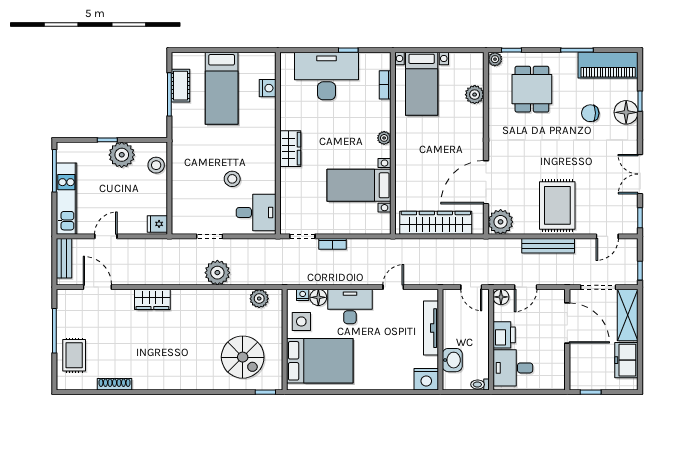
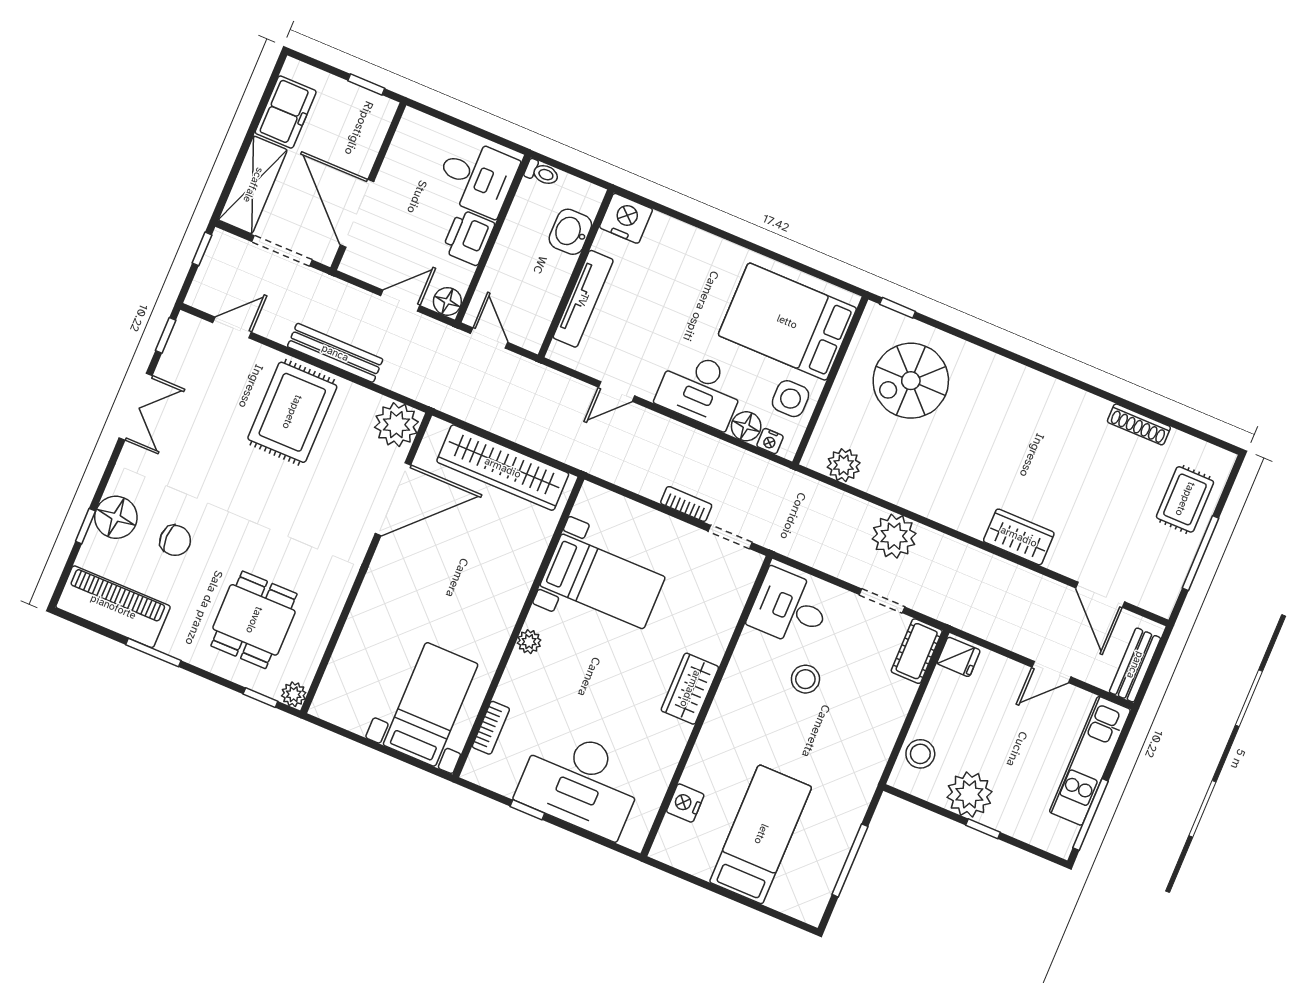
cot: (180, 86) -> (917, 651), moved
plant: (475, 95) -> (351, 650), removed
spiral stairs: (243, 357) -> (911, 381), turned -90

